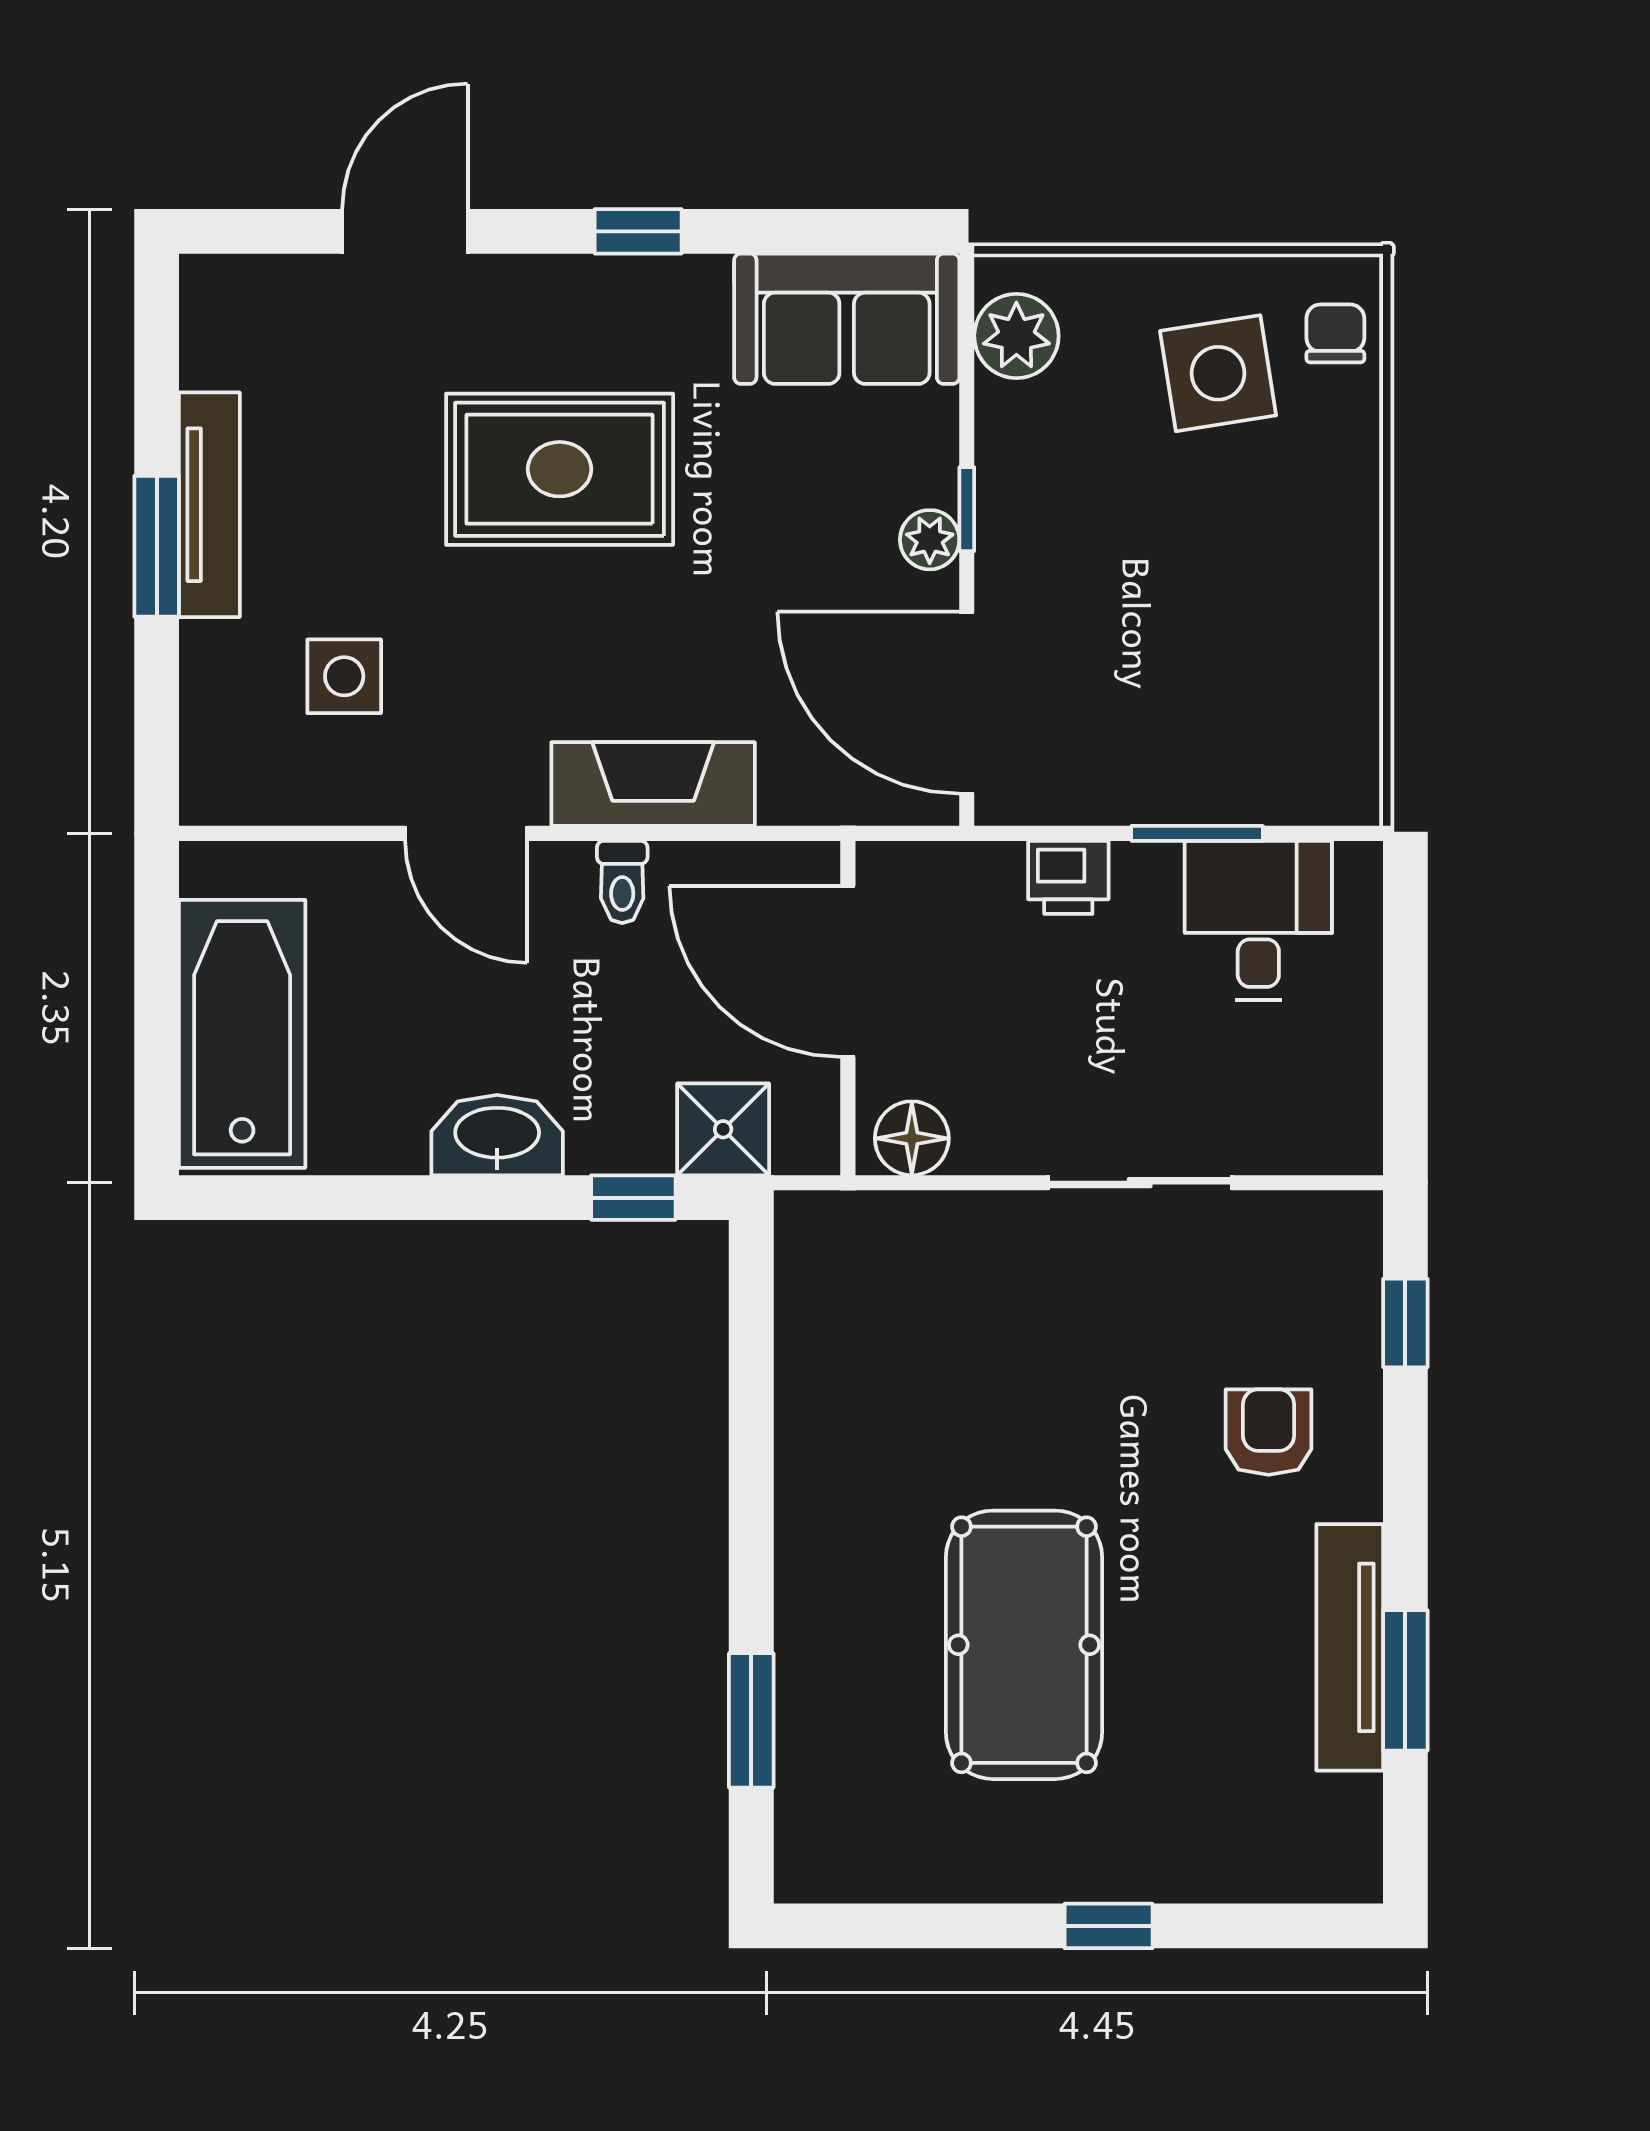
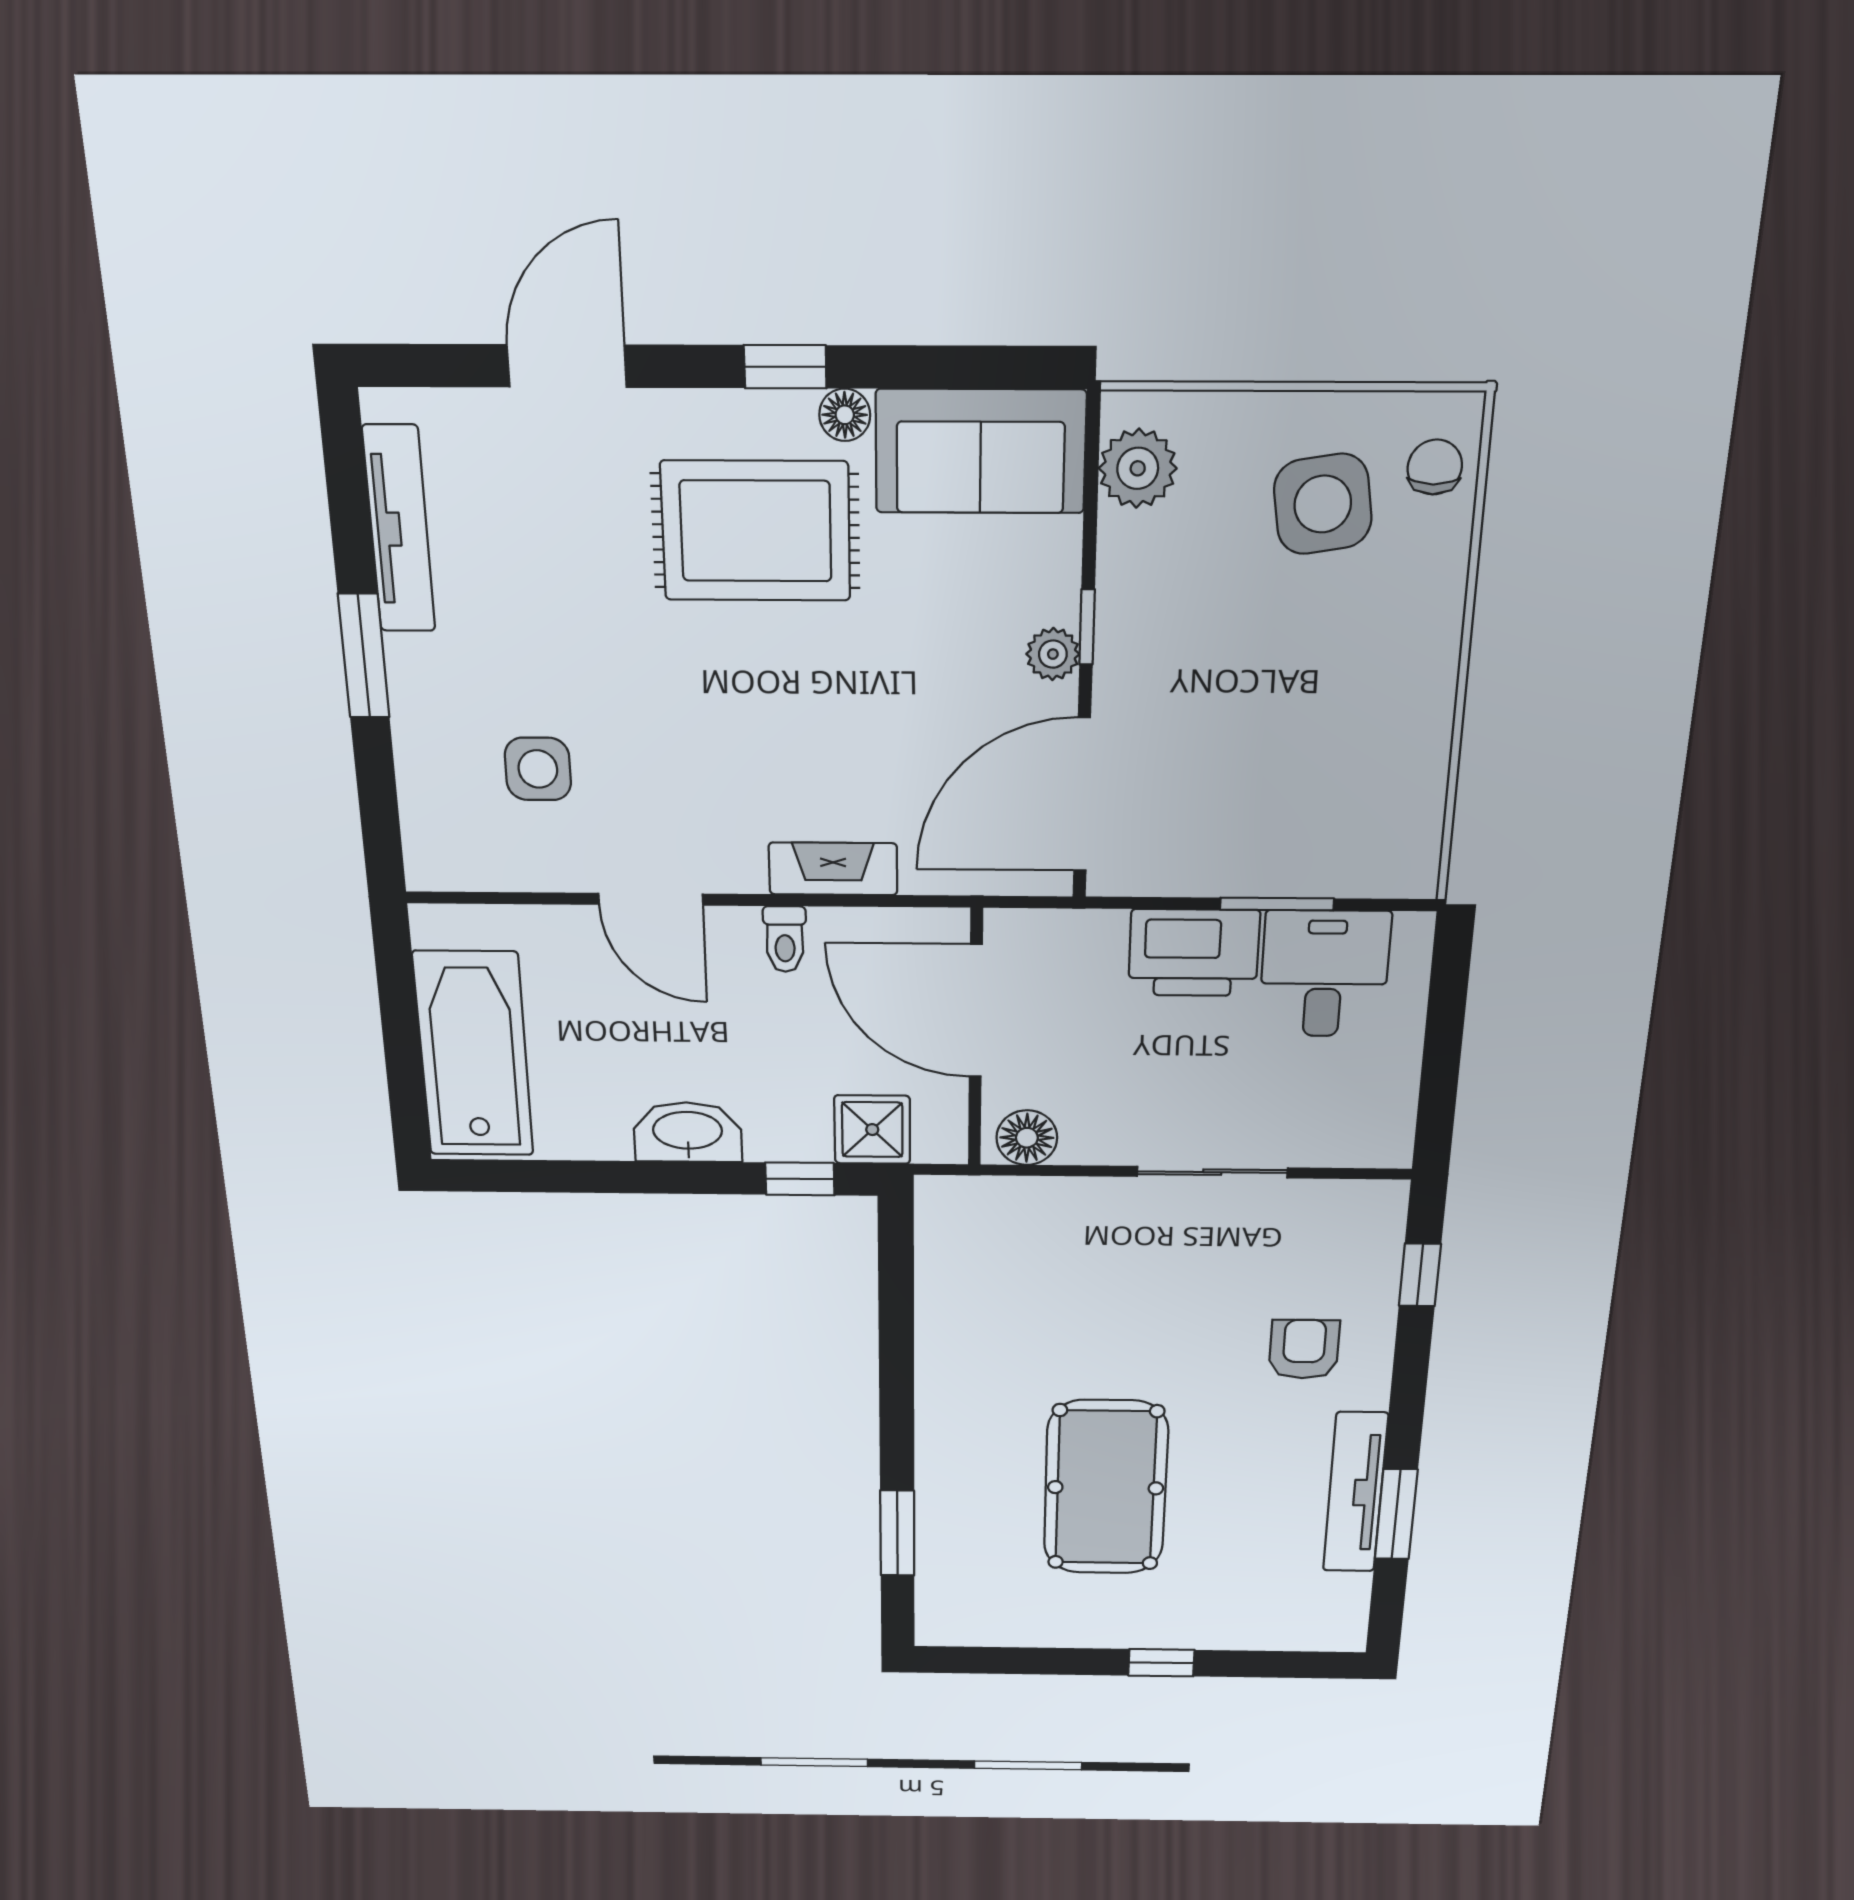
floor lamp: (701, 281) -> (845, 415), added
rug: (560, 469) -> (756, 531), moved
tv unit: (209, 505) -> (399, 529), moved
door: (967, 703) -> (1082, 795), hinge flipped
fireplace: (653, 784) -> (833, 869), width x0.73, depth x0.76
printer: (1068, 877) -> (1194, 953), width x1.87, depth x1.48

